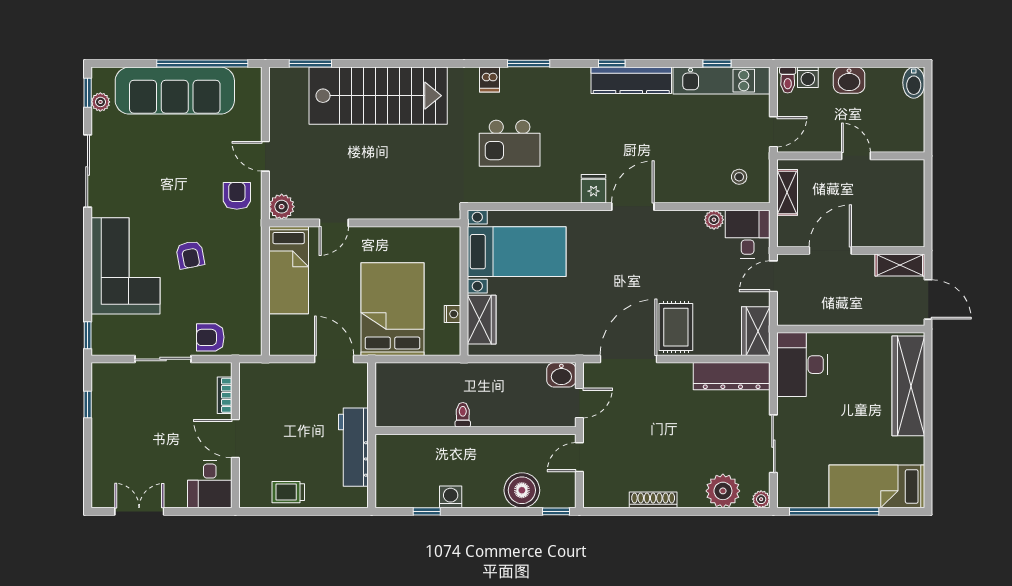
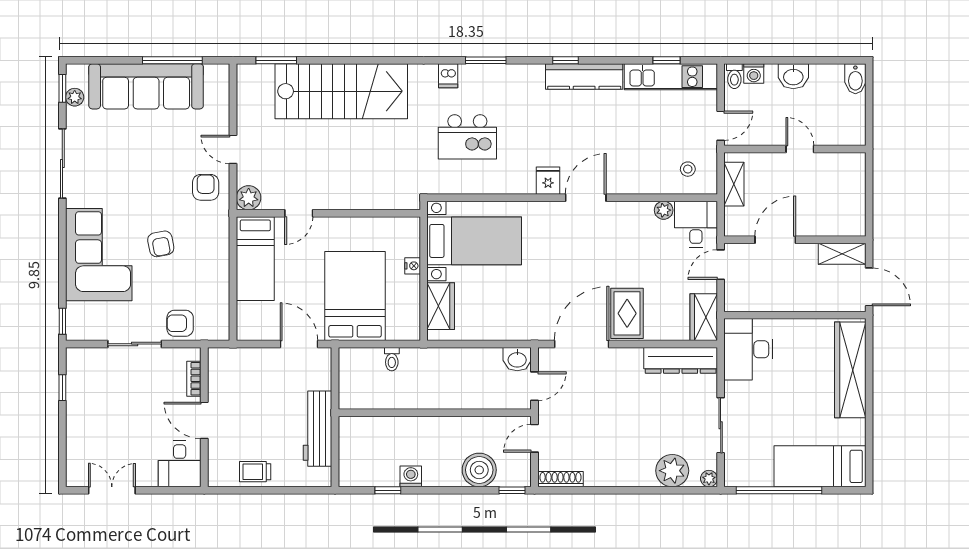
window: (202, 64) -> (172, 60), width x0.68
nightstand: (452, 314) -> (413, 266), moved
toilet: (463, 415) -> (392, 359), moved, turned 180
shoe rack: (653, 500) -> (561, 479), moved

